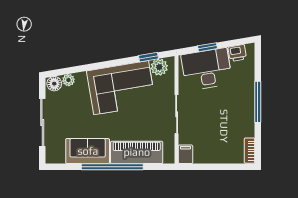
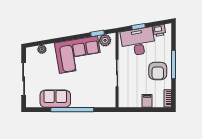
floor lamp: (54, 84) -> (32, 52), removed
armchair: (235, 111) -> (158, 71), added
piano: (137, 152) -> (89, 100), removed
filing cabinet: (185, 154) -> (147, 101), moved

